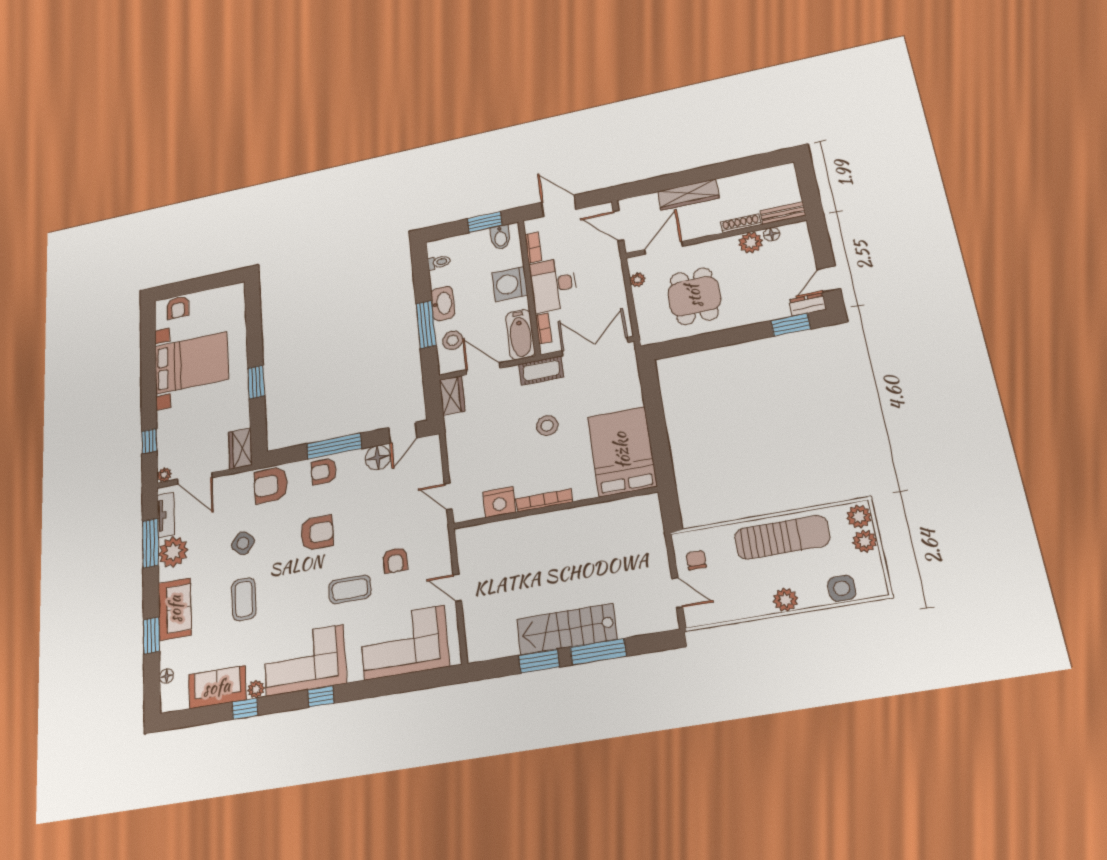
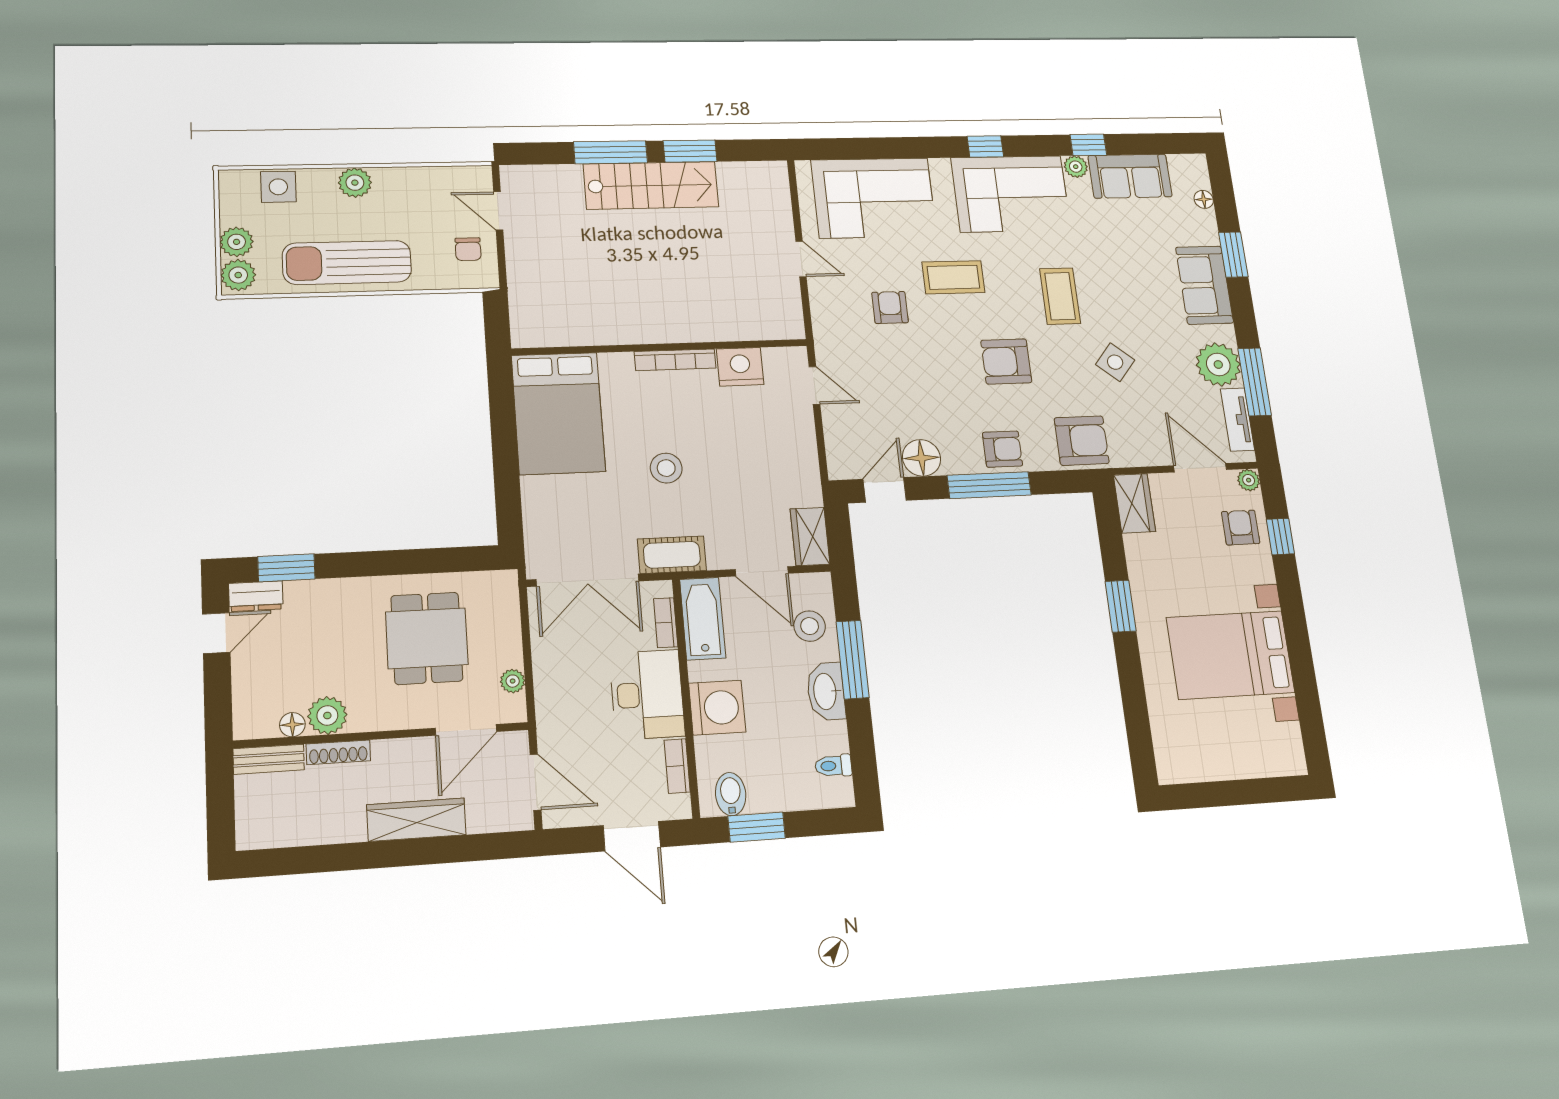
armchair: (178, 307) -> (1241, 528), moved
coffee table: (244, 599) -> (1060, 296), moved

